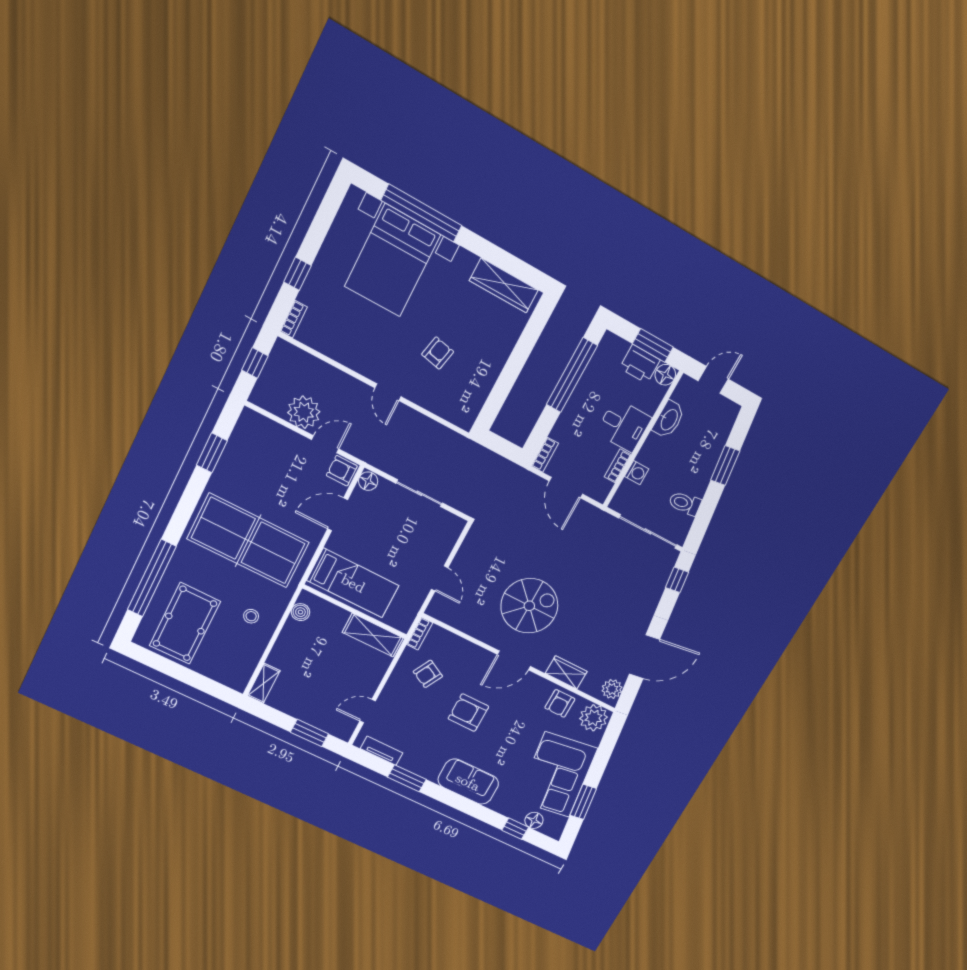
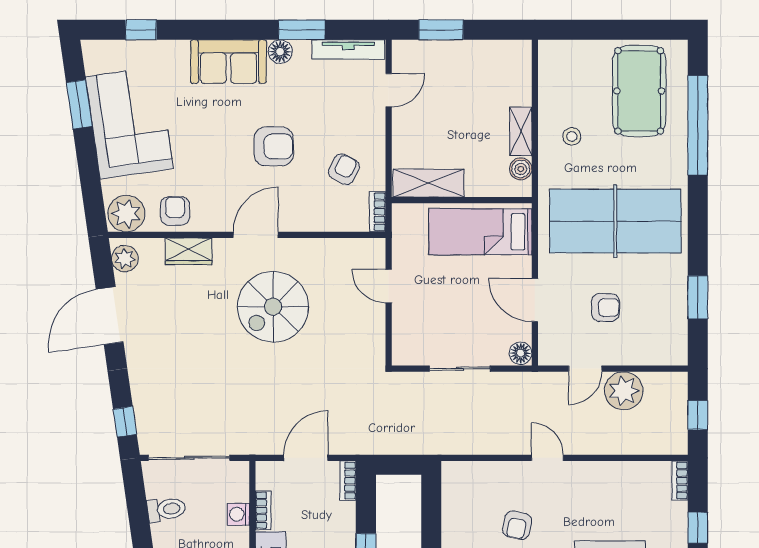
armchair: (342, 471) -> (605, 308), moved
door: (566, 488) -> (306, 458), hinge flipped
door: (338, 514) -> (535, 300), swing flipped
shelving: (264, 683) -> (521, 131), moved
tv unit: (382, 751) -> (348, 49), width x1.41
floor lamp: (534, 820) -> (280, 52), moved

